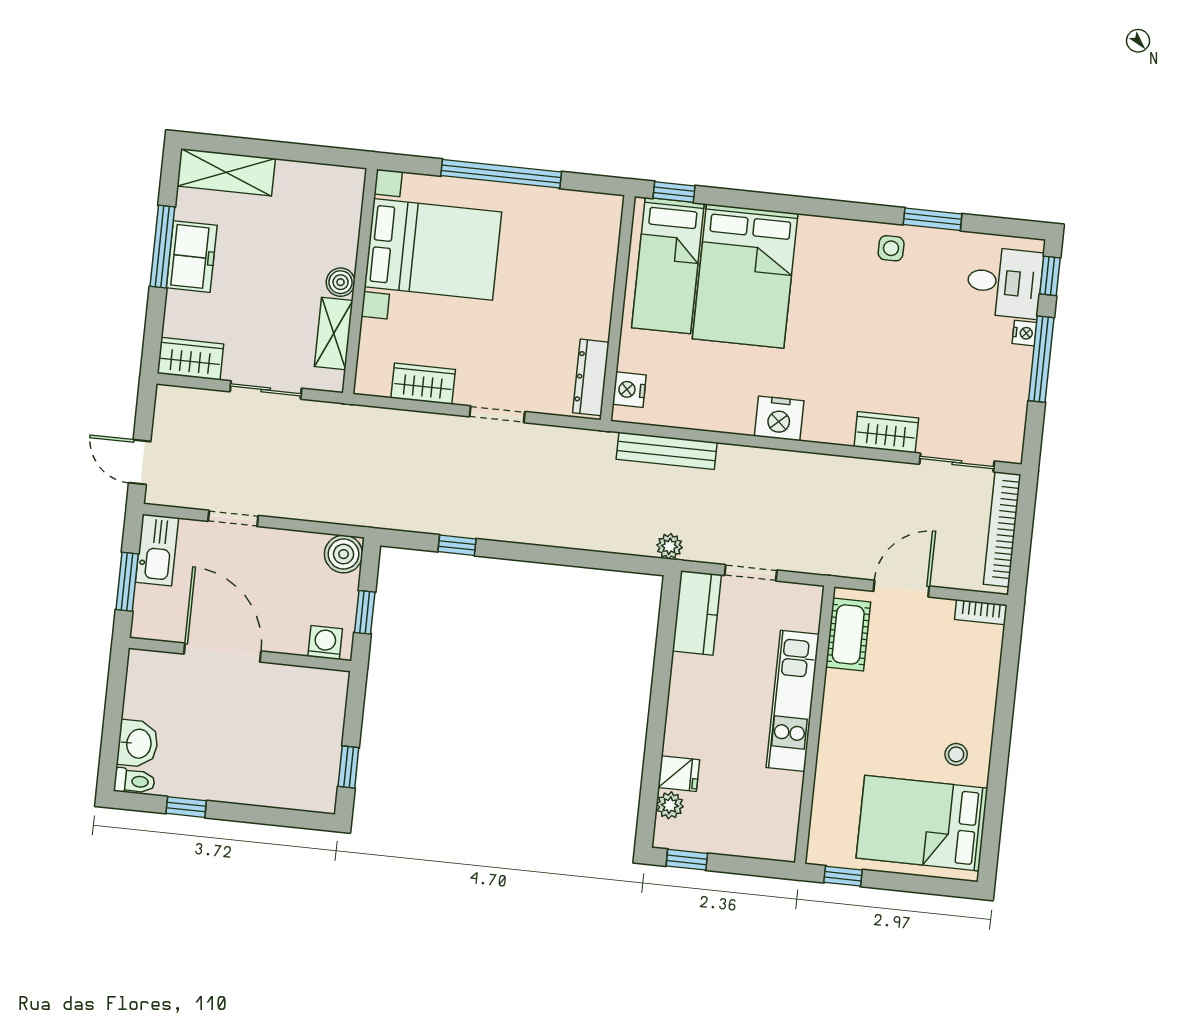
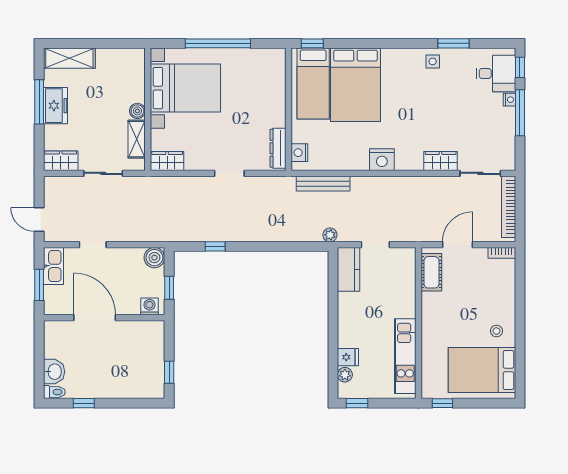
wardrobe: (423, 384) -> (167, 161), moved
kitchen unit: (793, 701) -> (405, 356), moved

